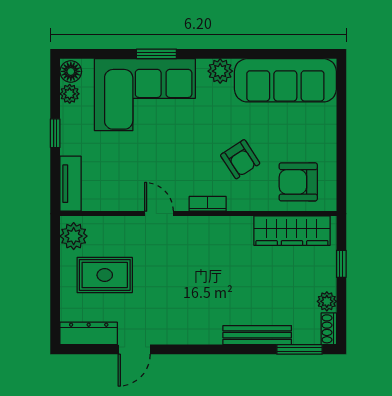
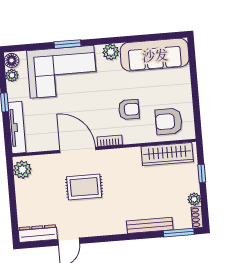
armchair: (240, 159) -> (129, 109), turned -57
tv unit: (70, 184) -> (17, 128), width x1.41
door: (159, 214) -> (78, 150), width x1.88
rug: (105, 275) -> (84, 187), moved

